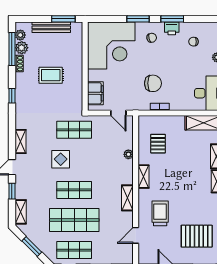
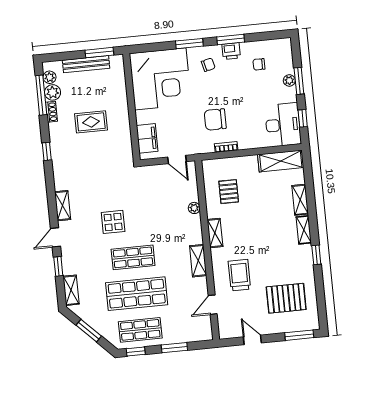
chair: (153, 83) -> (215, 119), turned 180
shop shelf: (74, 130) -> (126, 185), removed

